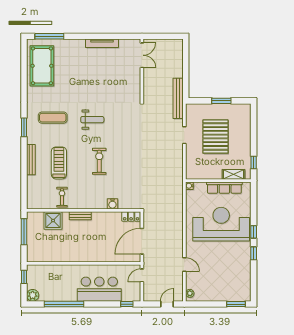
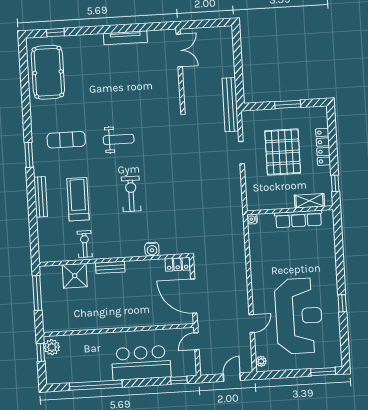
window: (49, 36) -> (55, 33), width x0.46
locker: (246, 134) -> (323, 147), added
reception desk: (221, 224) -> (299, 316), moved, turned 90
window: (254, 232) -> (341, 275), removed
door: (142, 241) -> (194, 296), hinge flipped
door: (184, 265) -> (252, 324), hinge flipped
plant: (33, 295) -> (52, 347), moved

